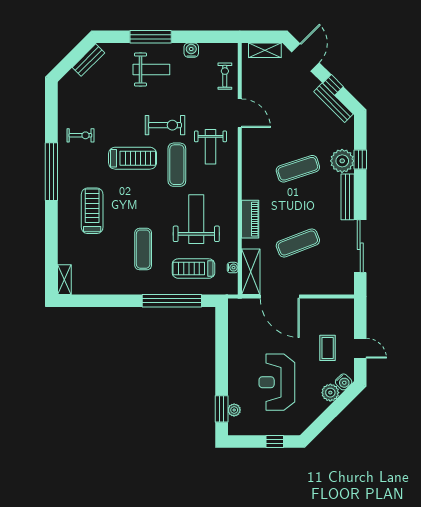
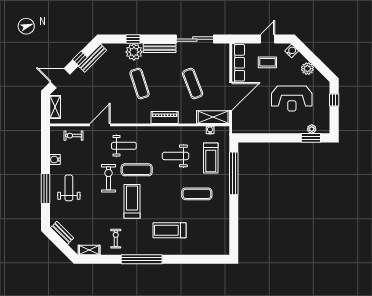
weight bench: (196, 219) -> (176, 156), width x0.73, depth x0.75
piano: (250, 219) -> (165, 118), moved
shelving: (64, 280) -> (89, 250), moved
row of seats: (327, 307) -> (238, 63), added
plant: (330, 393) -> (307, 69), moved

